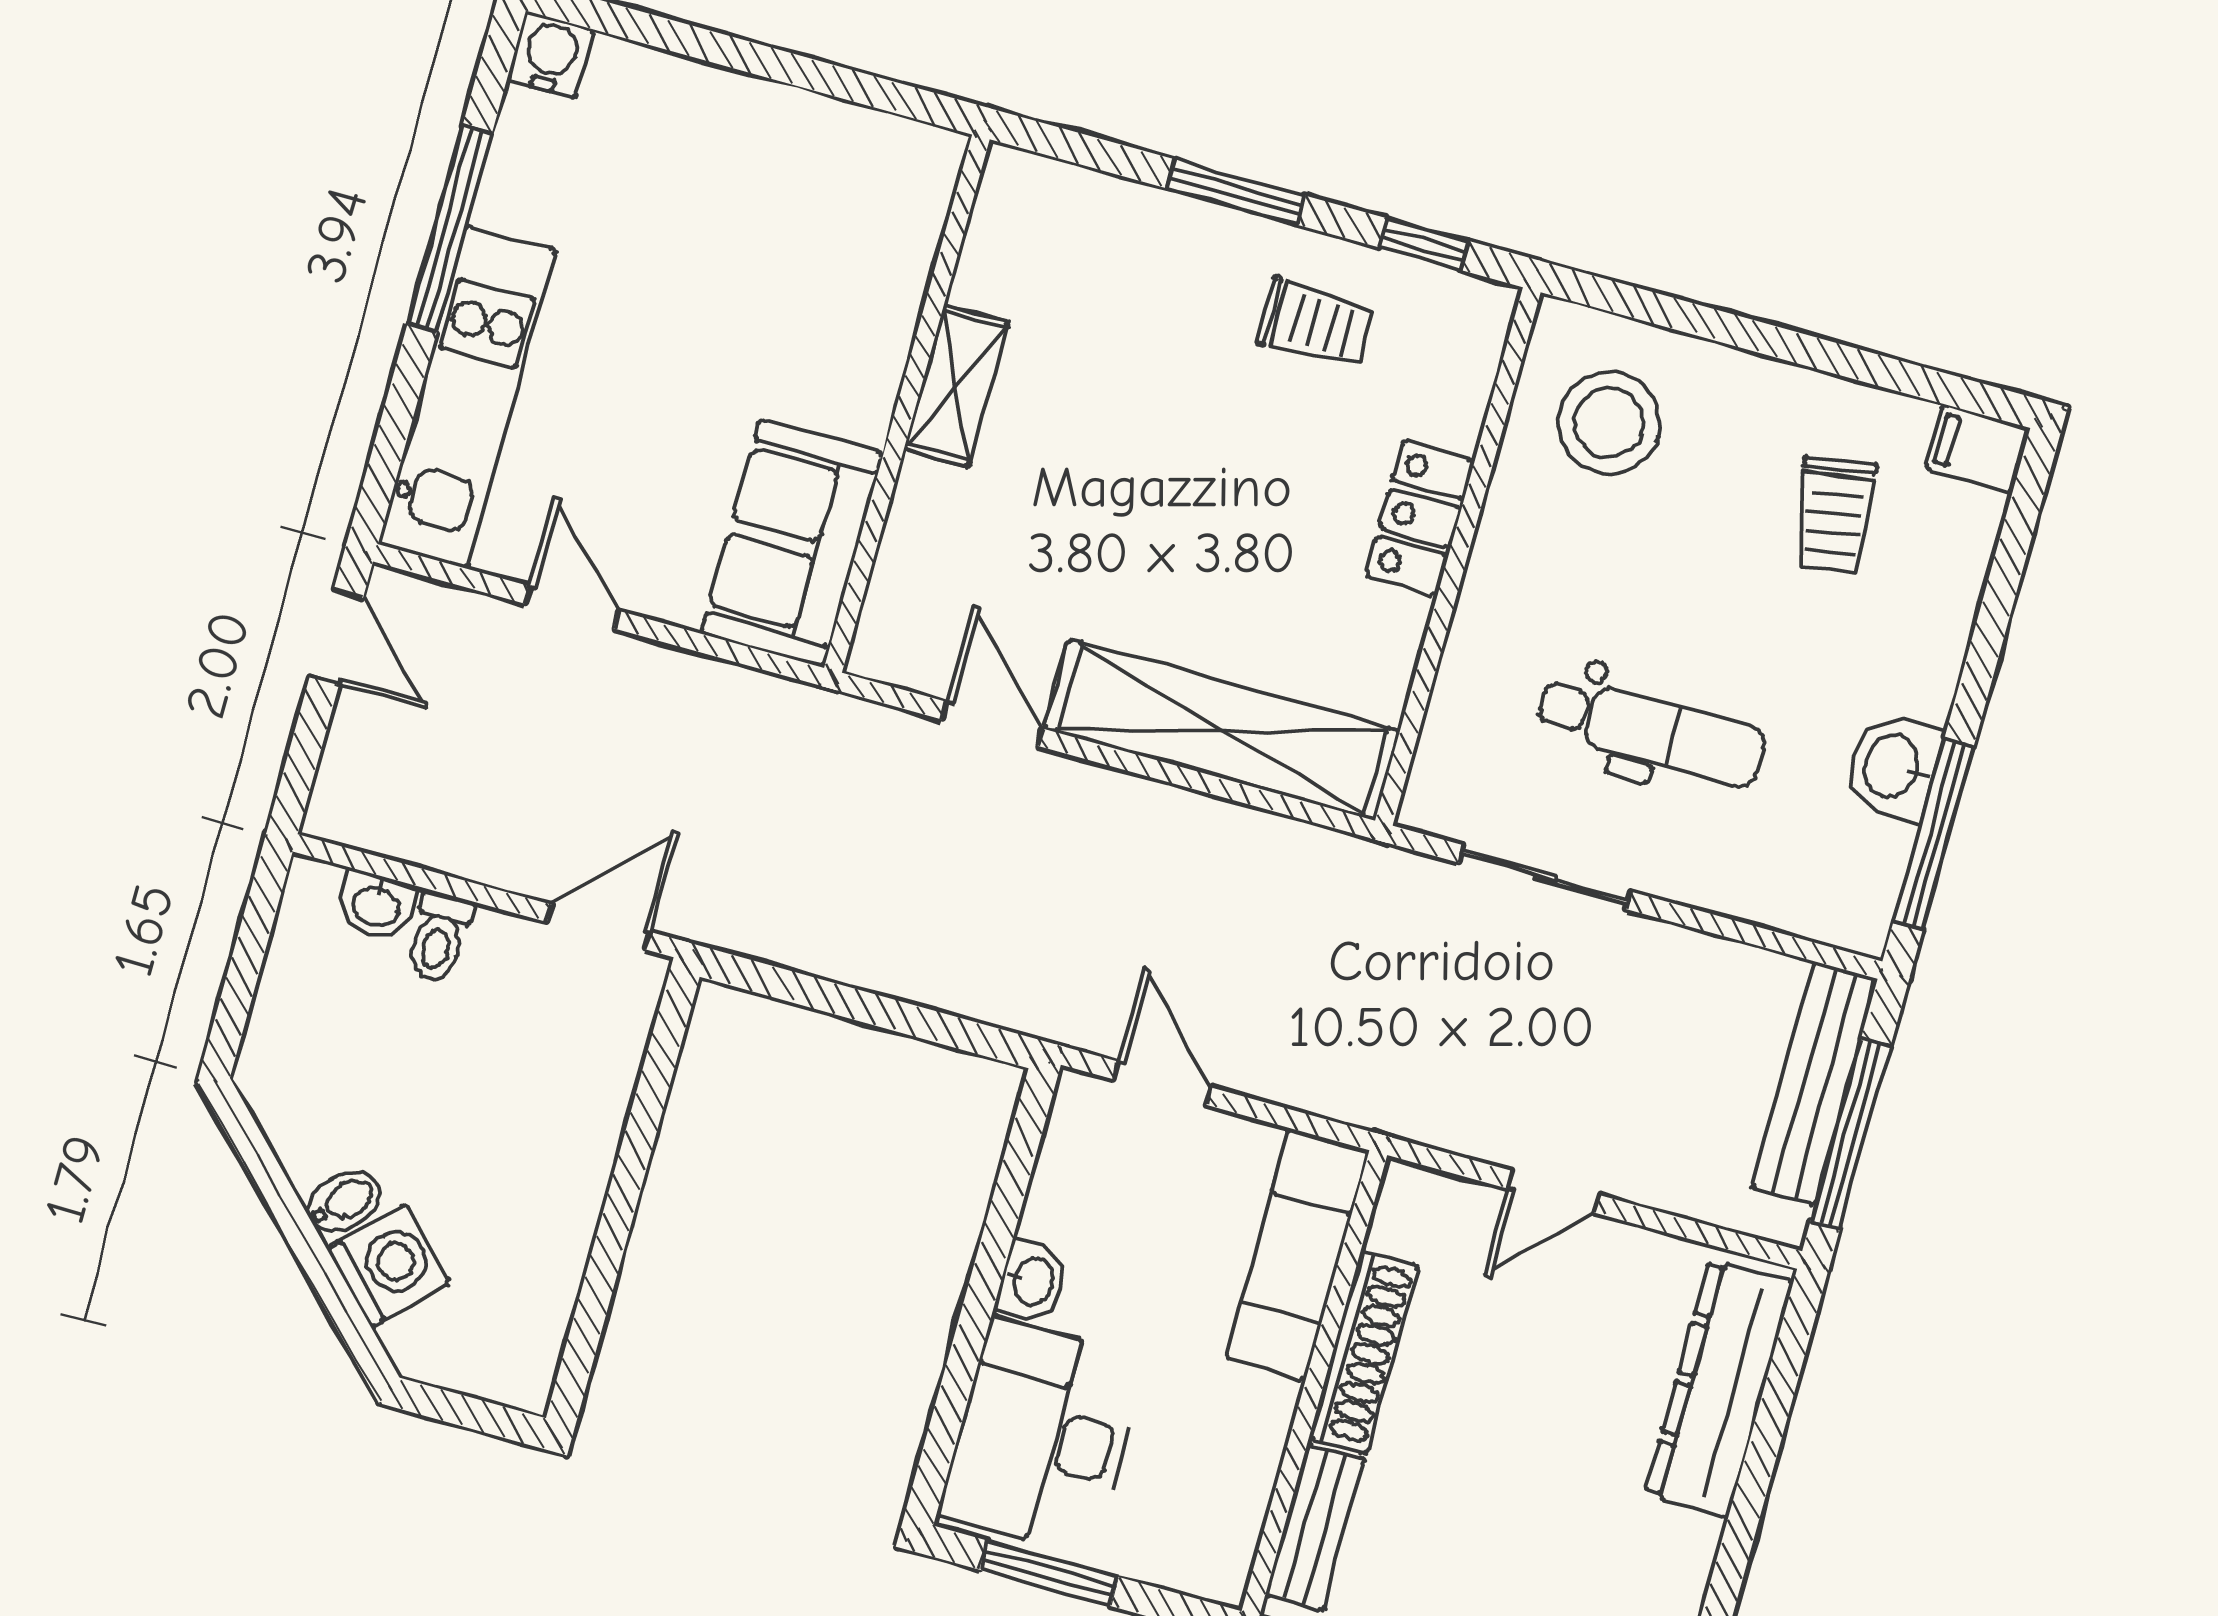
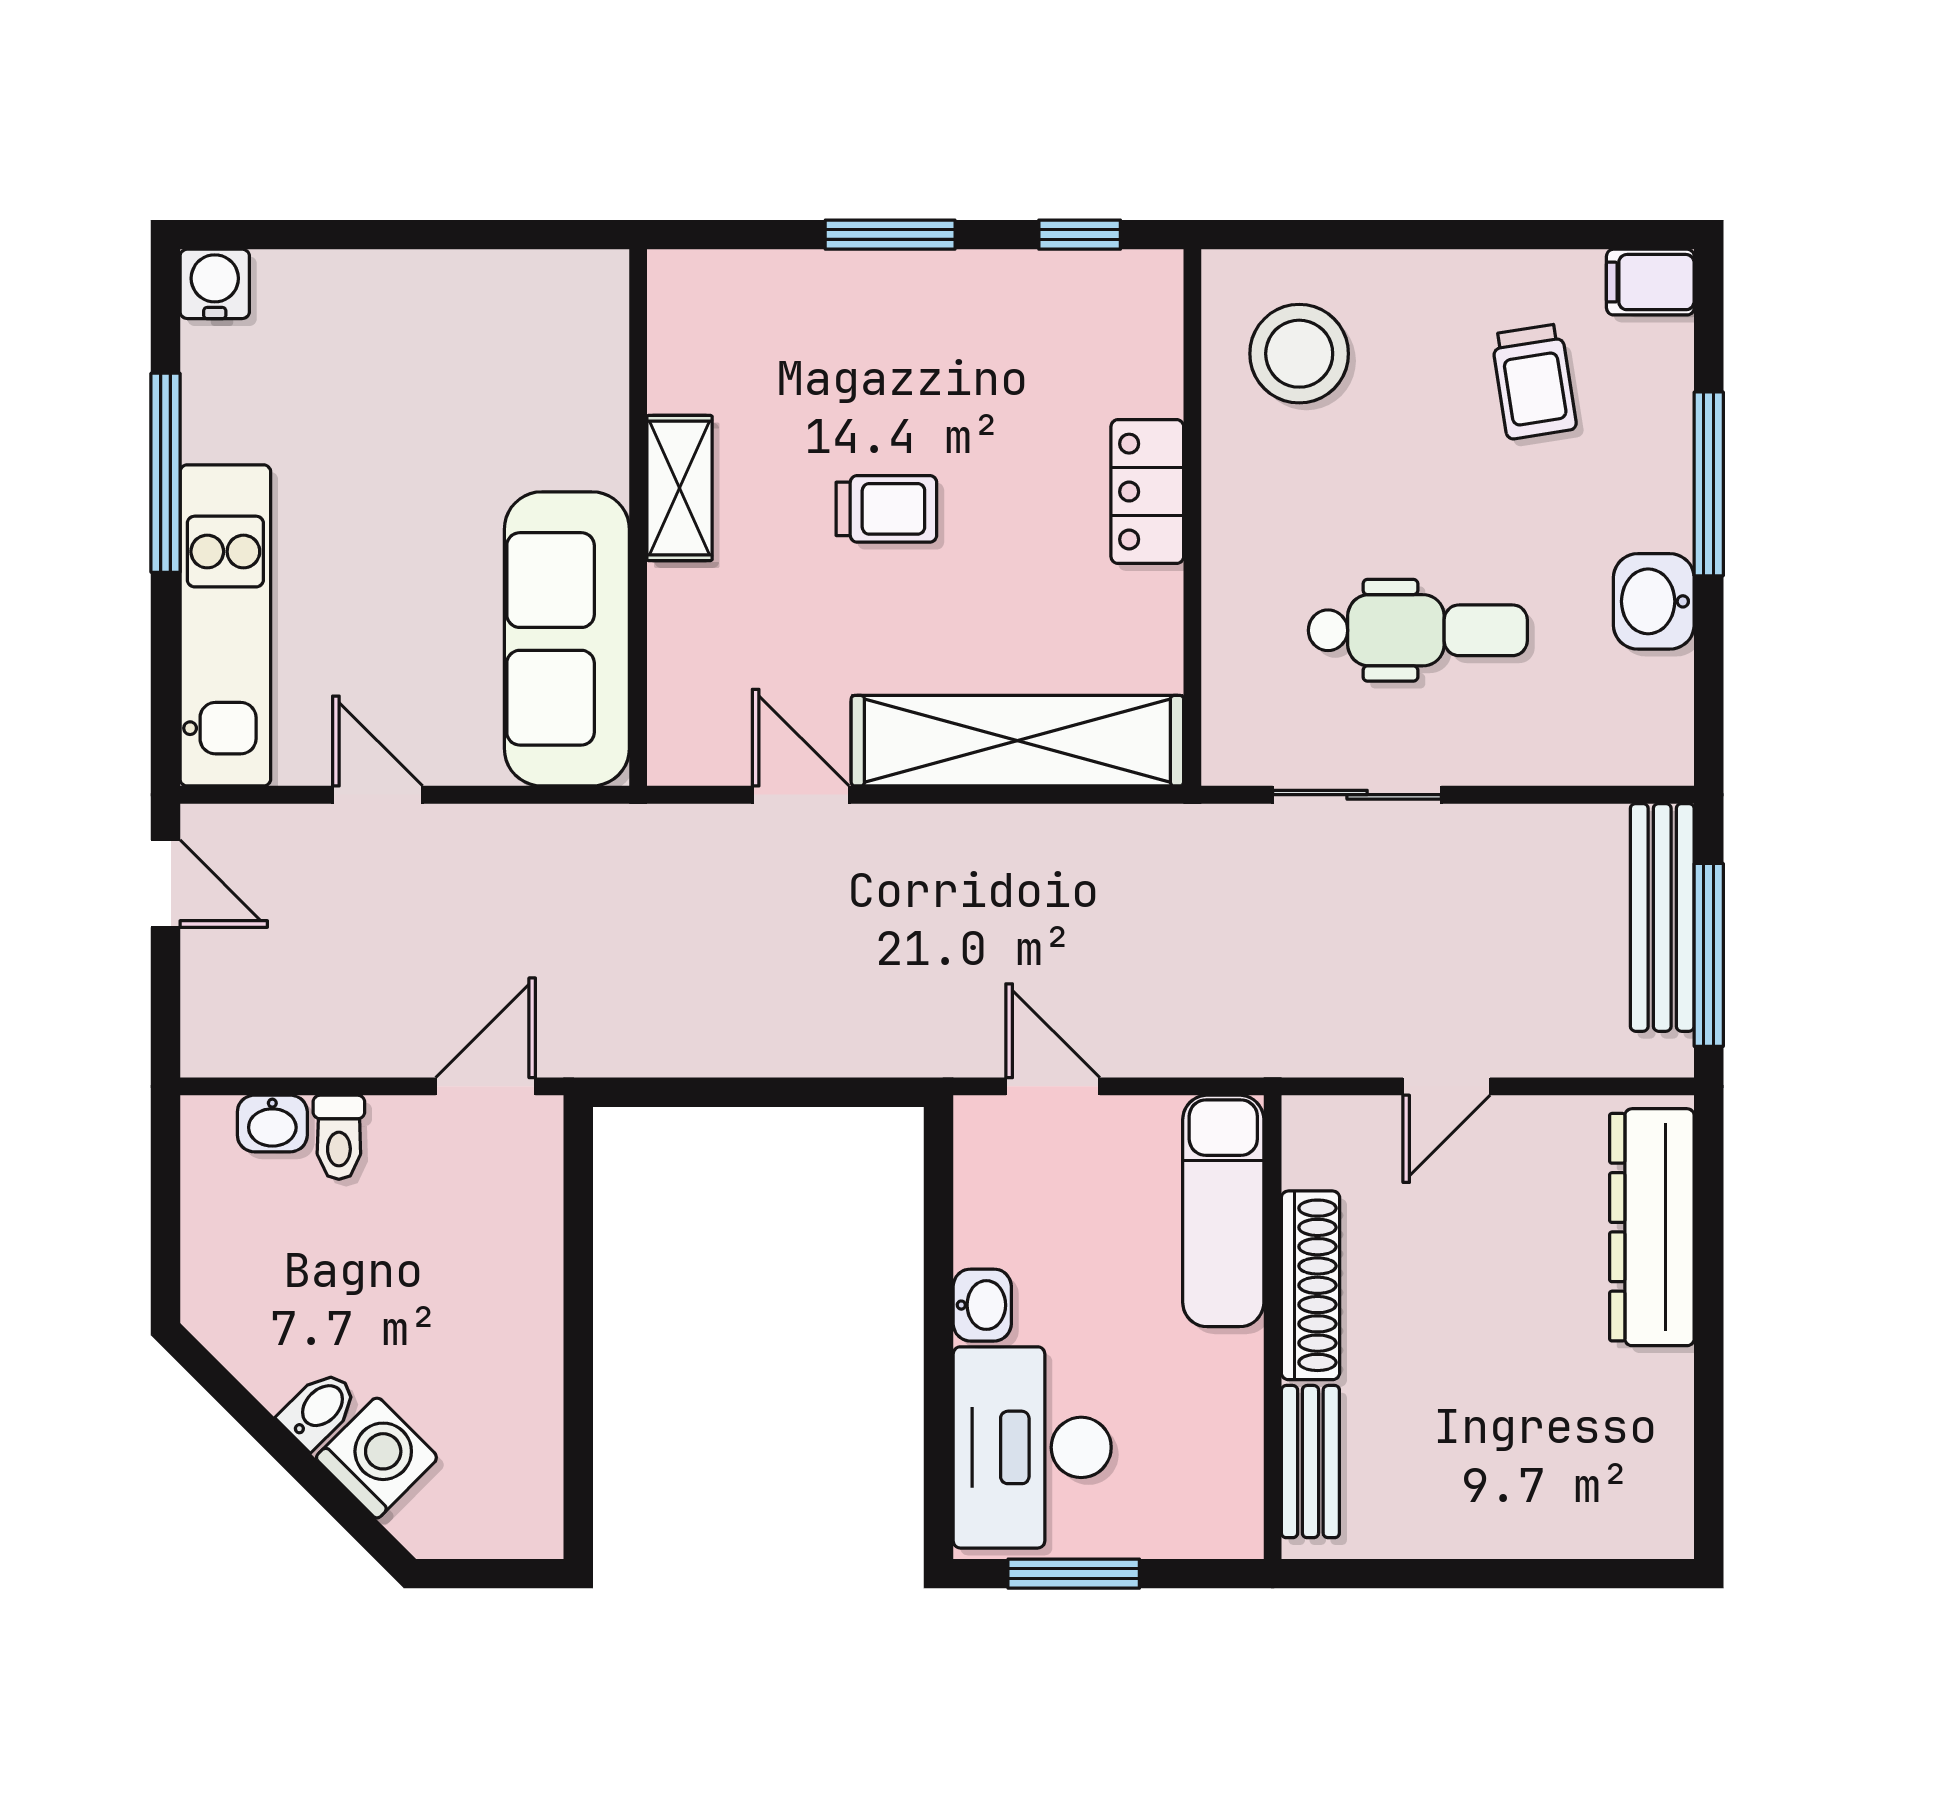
trolley: (1315, 324) -> (886, 509), moved
sofa: (792, 543) -> (567, 639), width x1.36
window: (1933, 834) -> (1709, 484), moved

